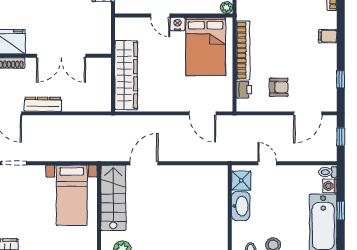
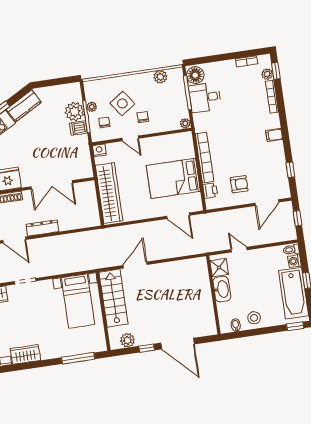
nightstand: (177, 24) -> (99, 150), moved
bed: (206, 46) -> (173, 178), moved, turned 90

